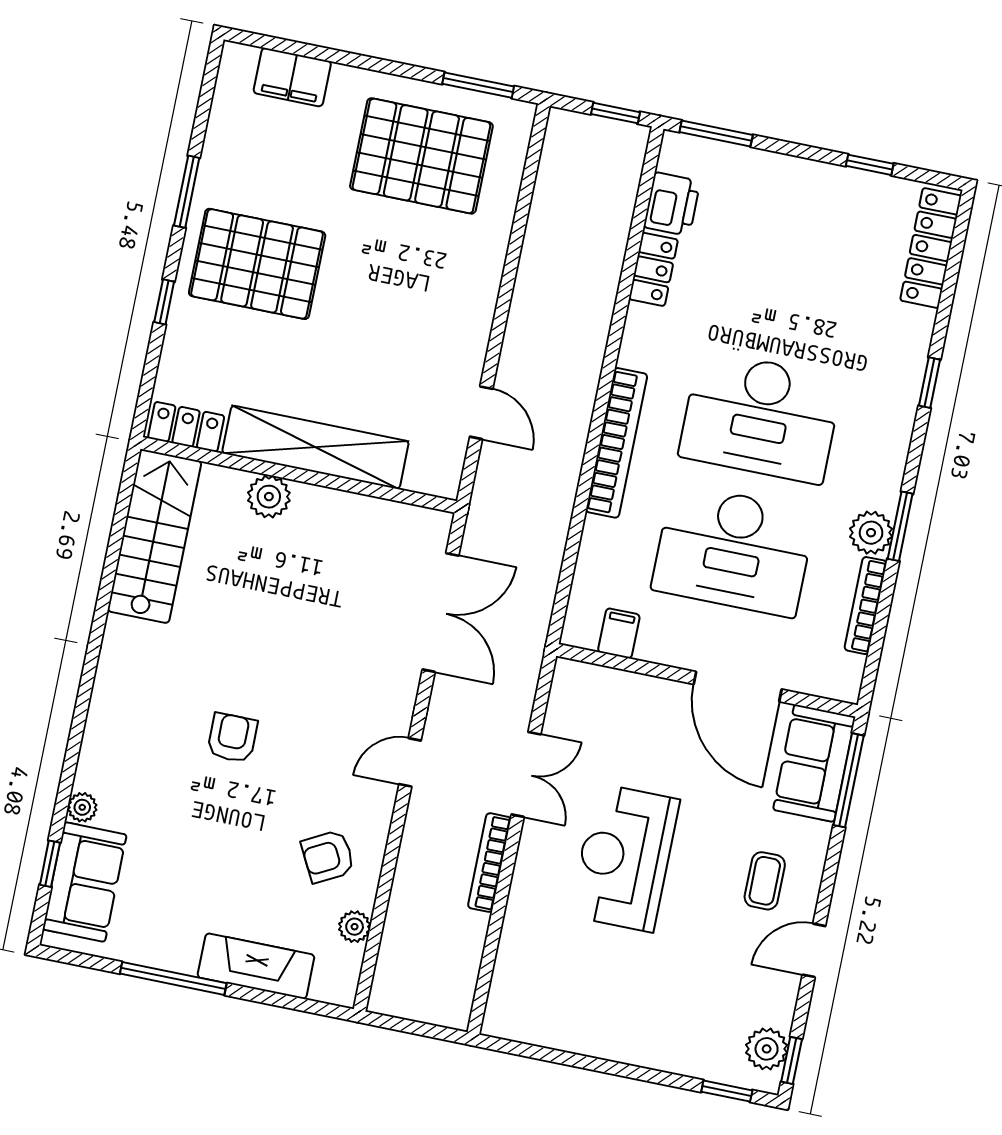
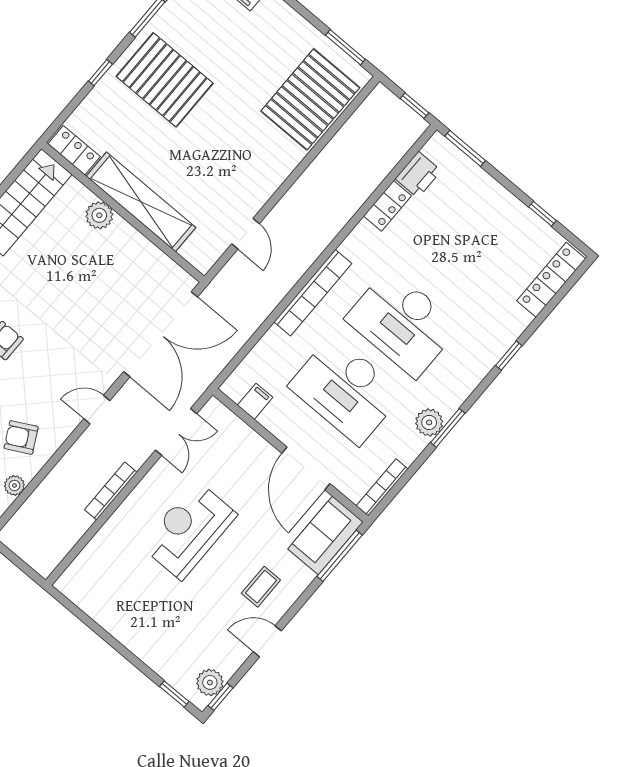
pallet: (421, 156) -> (310, 99), moved, turned 90
bookcase: (866, 606) -> (382, 487), moved
double door: (441, 613) -> (161, 334), width x1.36
double door: (526, 774) -> (176, 432), moved

